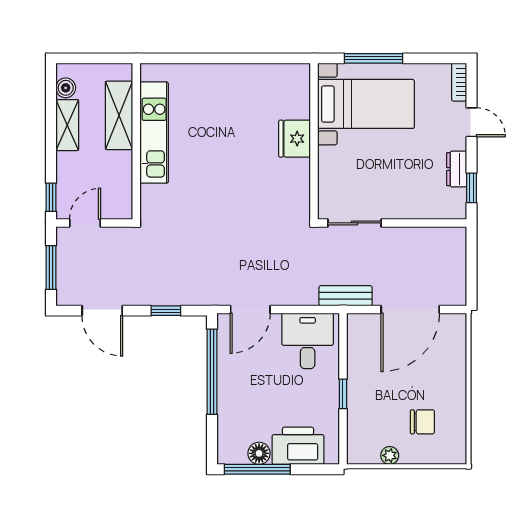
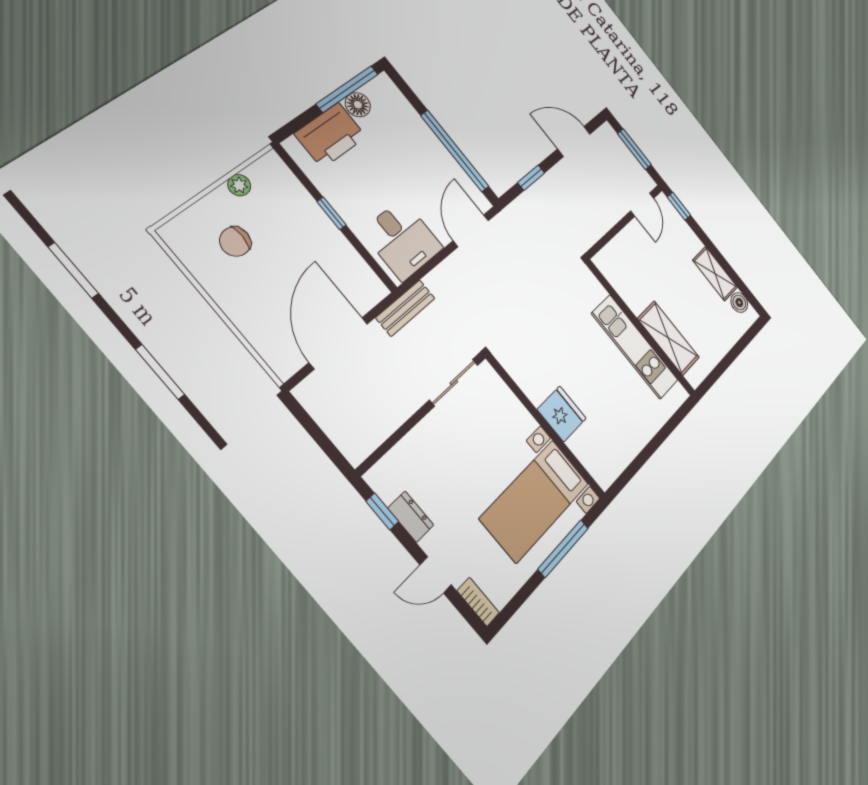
shelving: (119, 115) -> (668, 338), moved
kitchen unit: (154, 133) -> (635, 347), moved
wall: (136, 141) -> (640, 328), moved

